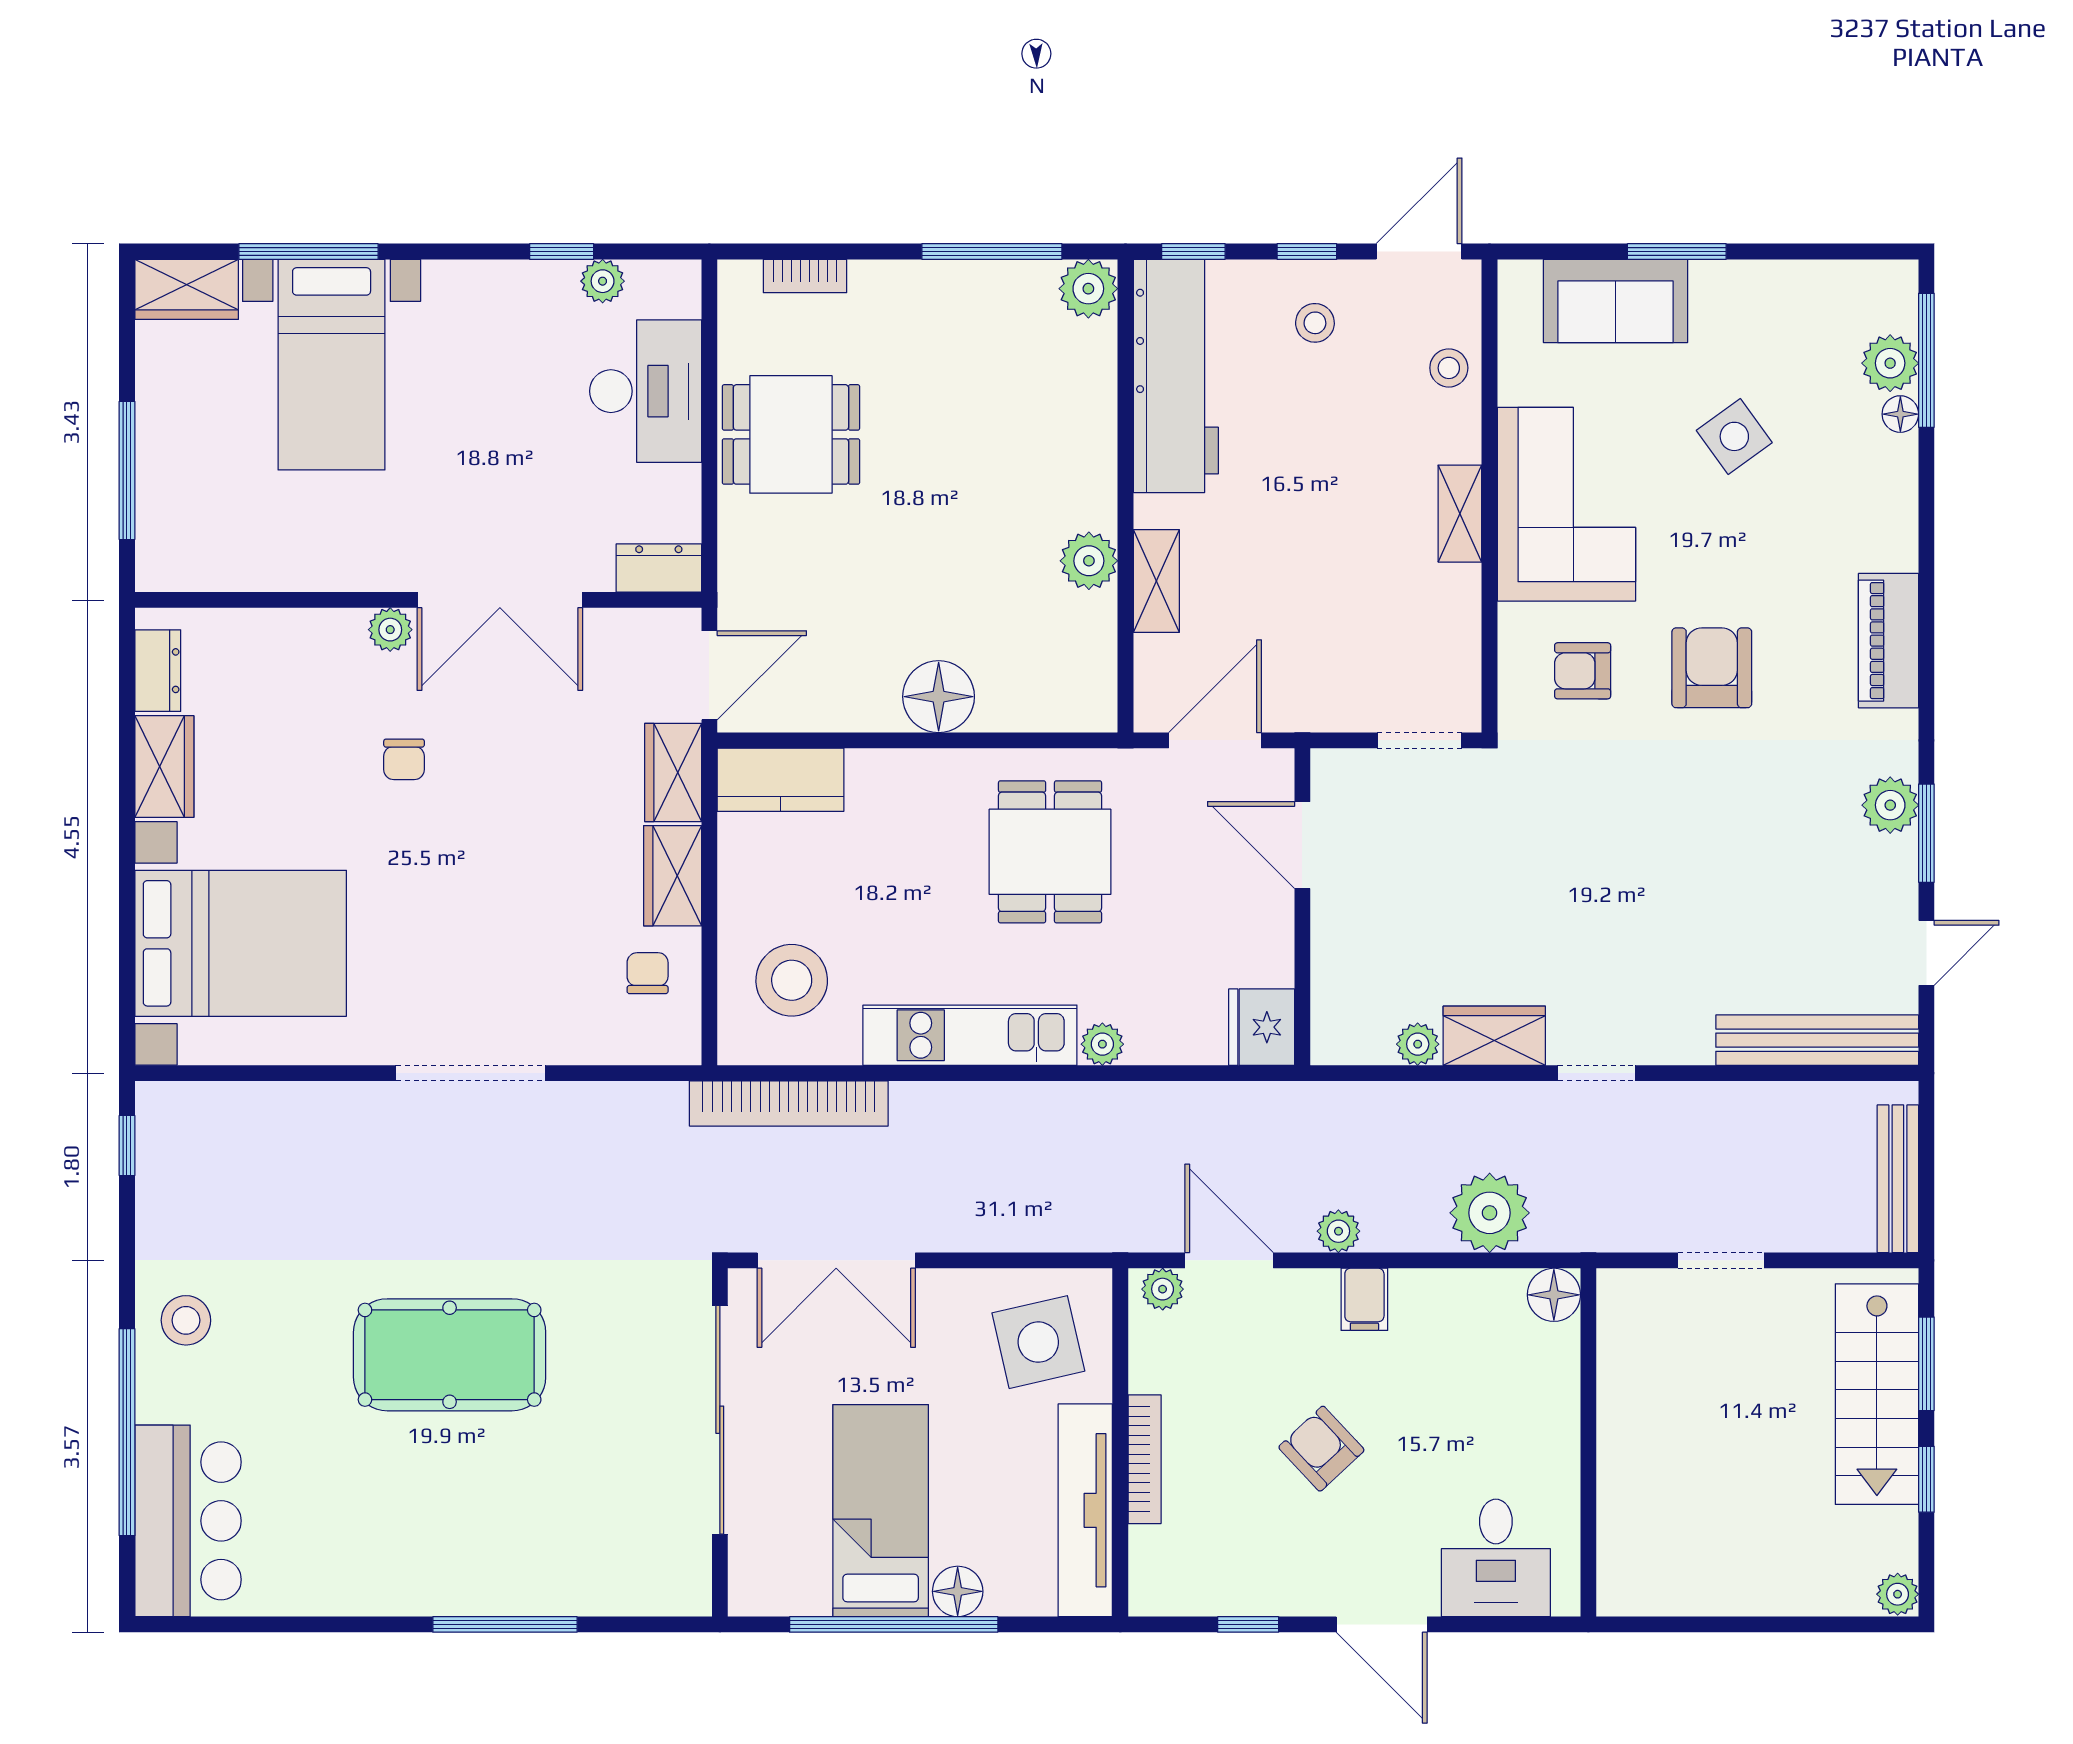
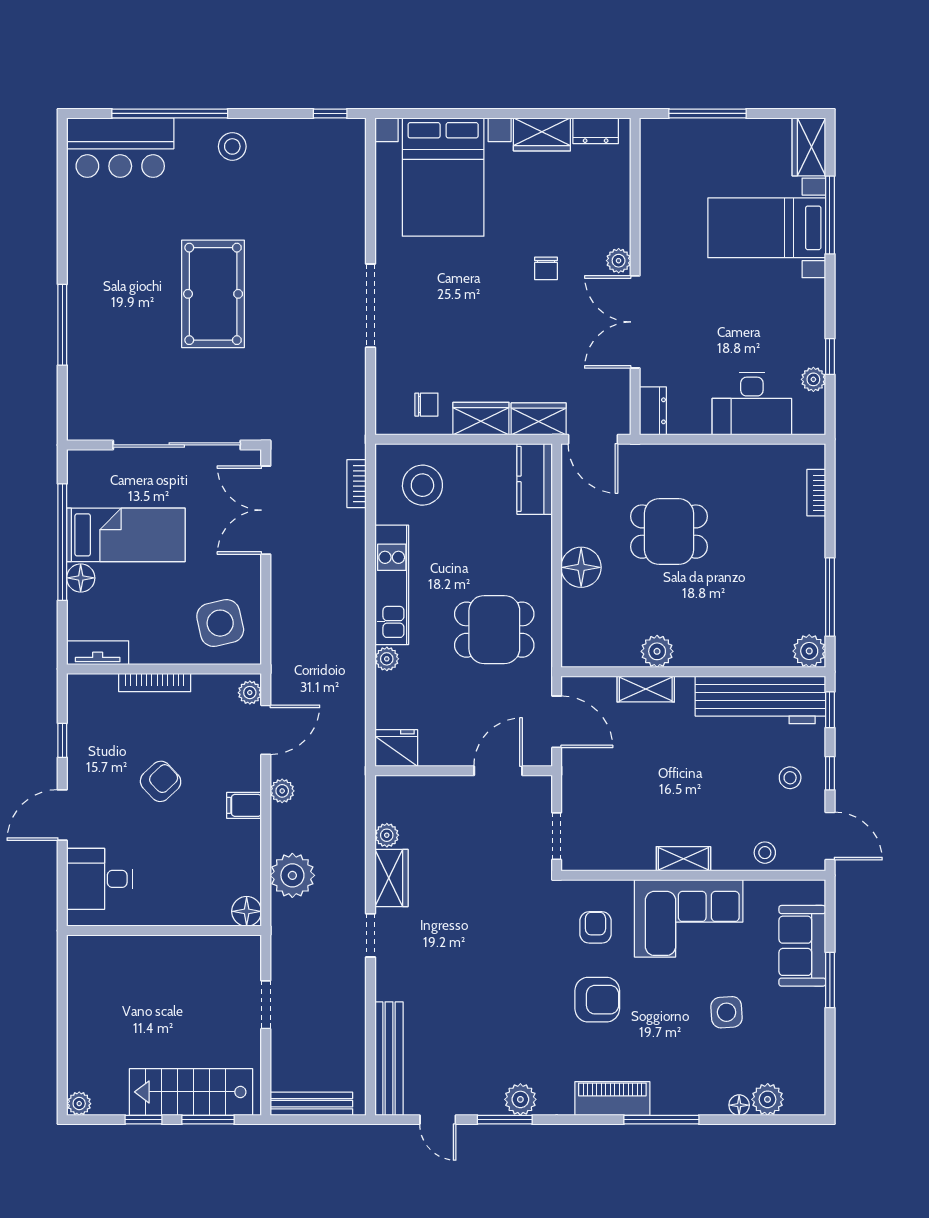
window: (1926, 360) -> (661, 1120), moved
dining table: (791, 434) -> (669, 532), moved, turned 90
side table: (1734, 436) -> (727, 1012), turned 32
chair: (404, 759) -> (546, 268), turned -90
bookcase: (789, 1104) -> (357, 484), width x0.43, depth x0.76
tv unit: (1085, 1510) -> (98, 653), width x0.52, depth x0.78

